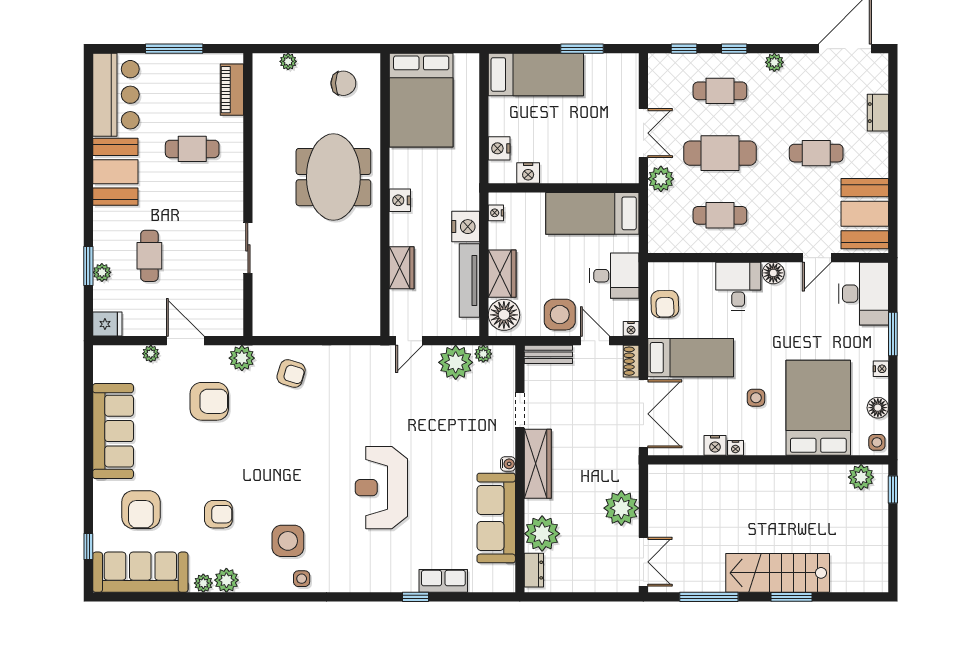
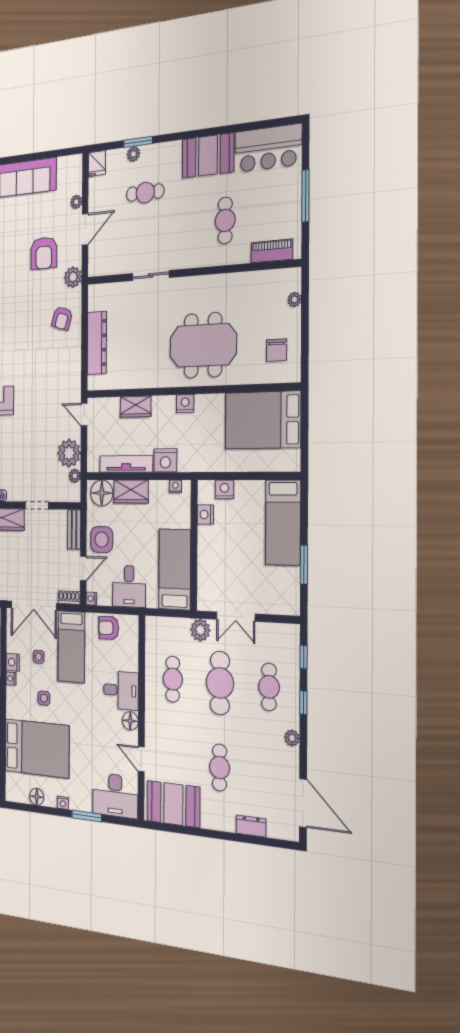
dresser: (324, 323) -> (97, 343), added
side table: (877, 442) -> (39, 657), moved

